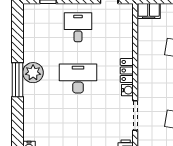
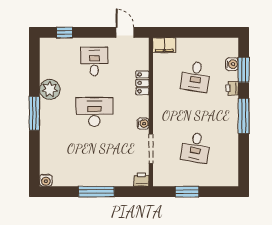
locker: (127, 70) -> (143, 83), moved
plant: (33, 73) -> (50, 89), moved

